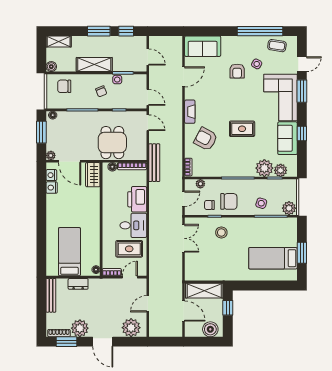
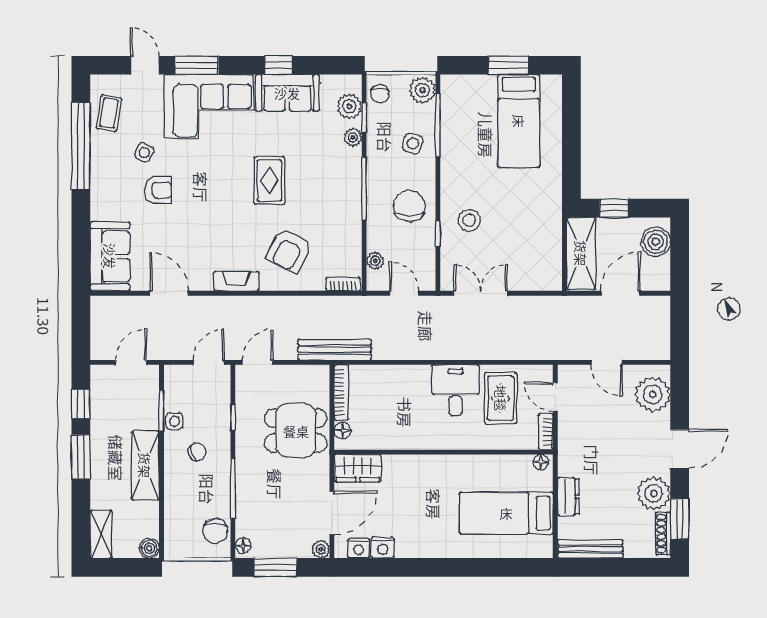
chair: (64, 86) -> (215, 531), moved
plant: (264, 168) -> (353, 137), width x0.53, depth x0.53
printer: (137, 199) -> (405, 383), removed
chair: (209, 205) -> (380, 94), moved

